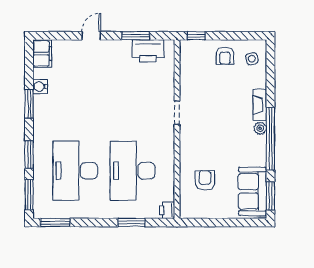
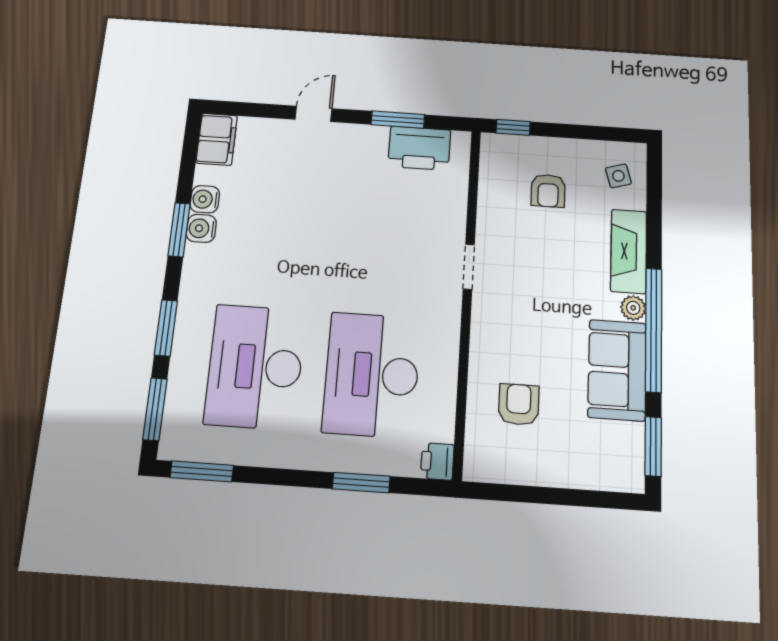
armchair: (225, 56) -> (548, 191), moved
water cooler: (40, 102) -> (201, 228), added
fireplace: (260, 105) -> (629, 251), width x1.37, depth x1.32
sofa: (253, 191) -> (617, 370), moved

